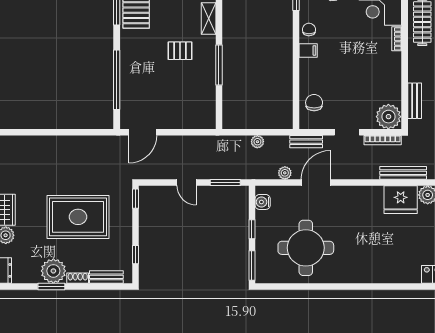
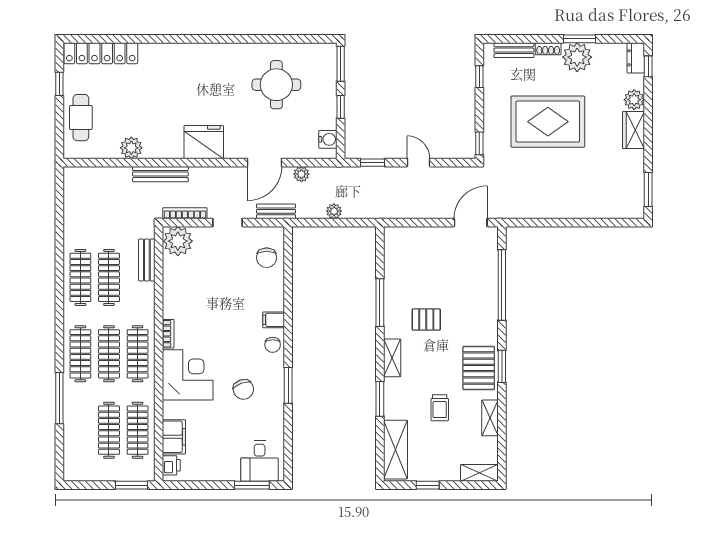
window: (225, 183) -> (372, 163), width x0.67
fridge: (401, 200) -> (204, 142), moved
round table: (306, 248) -> (276, 85), width x0.73, depth x0.73

